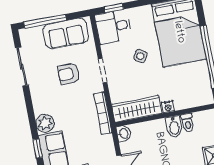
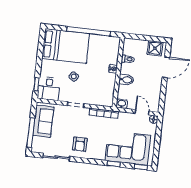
armchair: (69, 74) -> (80, 144), moved
wardrobe: (137, 109) -> (108, 90), removed
plant: (45, 123) -> (99, 154), removed
bidet: (174, 126) -> (126, 80), moved

